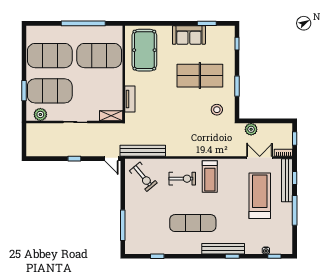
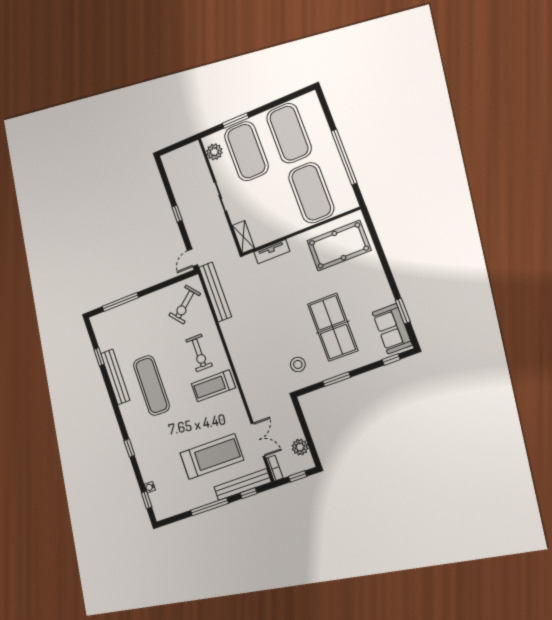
sofa: (189, 35) -> (392, 329), moved
plant: (251, 129) -> (300, 447), moved
bench: (223, 249) -> (115, 377), moved

